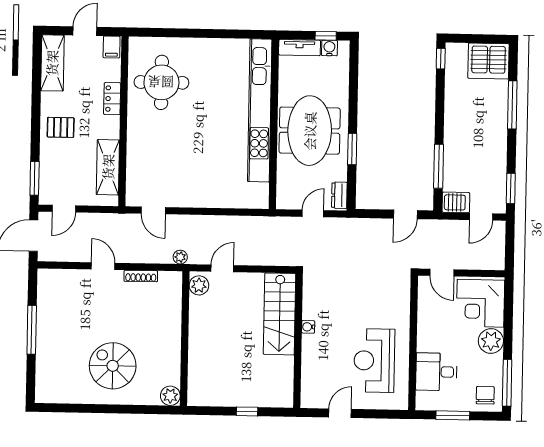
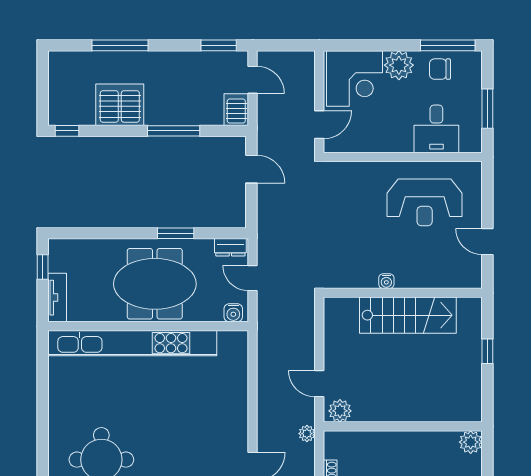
water cooler: (329, 48) -> (233, 313), moved, turned -90
server rack: (489, 61) -> (120, 105), moved, turned -90
window: (439, 166) -> (174, 131), moved
stairs: (280, 314) -> (408, 315), moved
chair: (485, 395) -> (440, 69), moved

